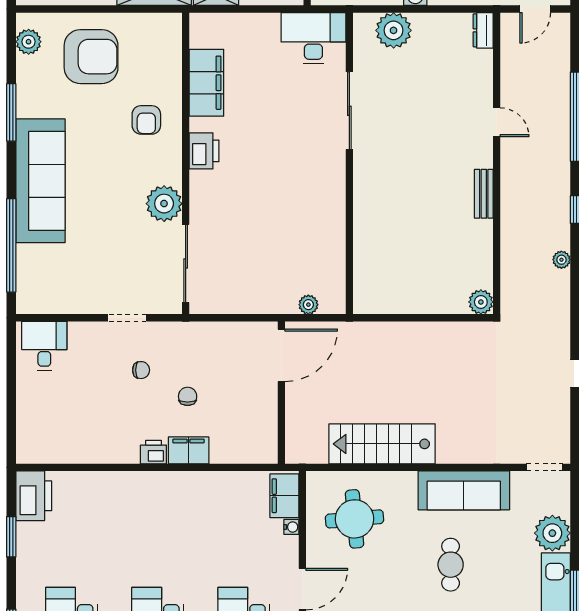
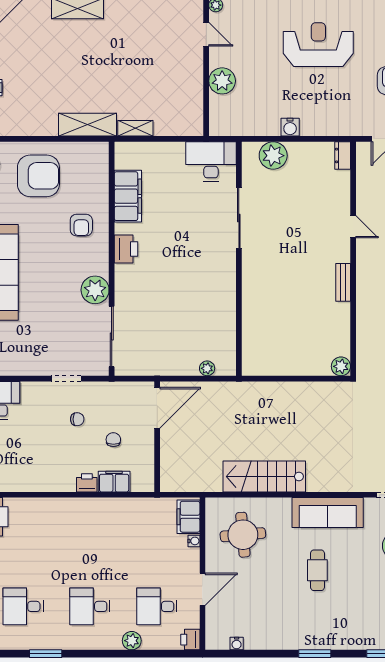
door: (281, 355) -> (157, 408), moved
wall: (281, 393) -> (157, 437), moved

